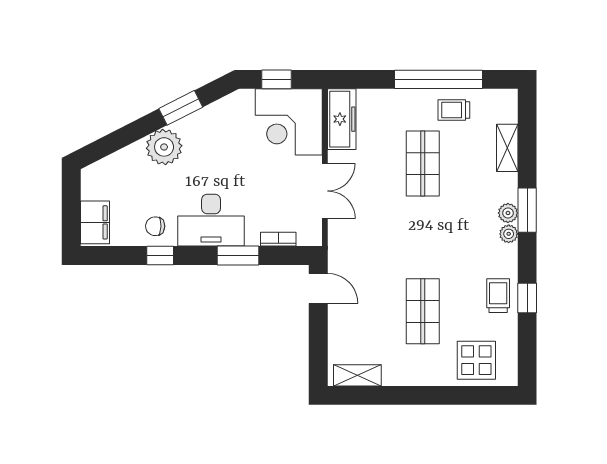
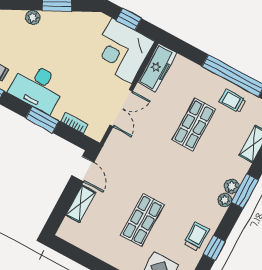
plant: (164, 147) -> (33, 17), width x0.53, depth x0.53
shelving: (357, 375) -> (81, 204), moved, turned 90

